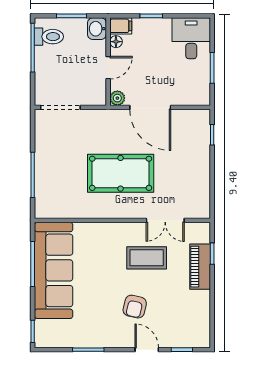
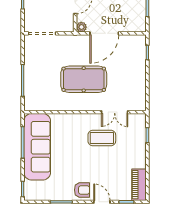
door: (150, 107) -> (104, 33), hinge flipped
piano: (200, 267) -> (139, 185), moved
armchair: (135, 307) -> (82, 190), moved, turned -103

